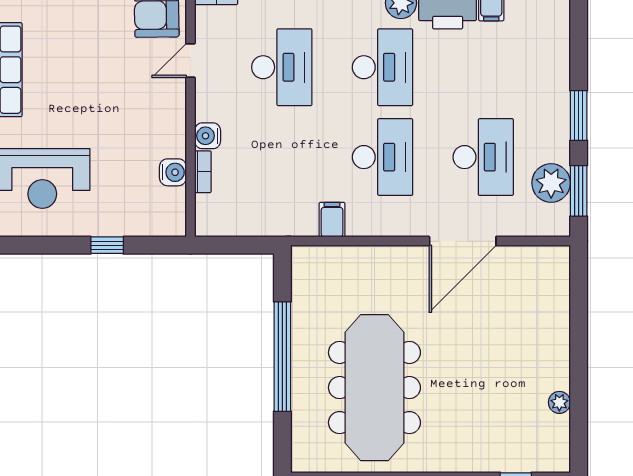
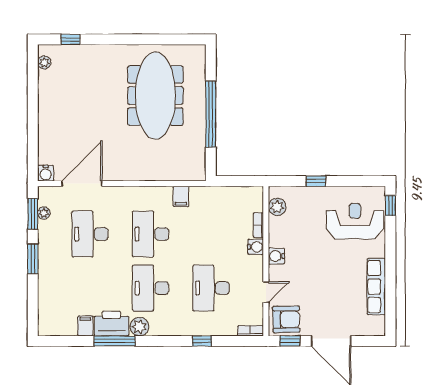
water cooler: (173, 172) -> (276, 256), moved
plant: (551, 183) -> (44, 213), width x0.53, depth x0.53
plant: (172, 202) -> (277, 207), added
door: (463, 241) -> (82, 184), moved
water cooler: (557, 258) -> (46, 173), added
plant: (559, 402) -> (44, 63), moved

